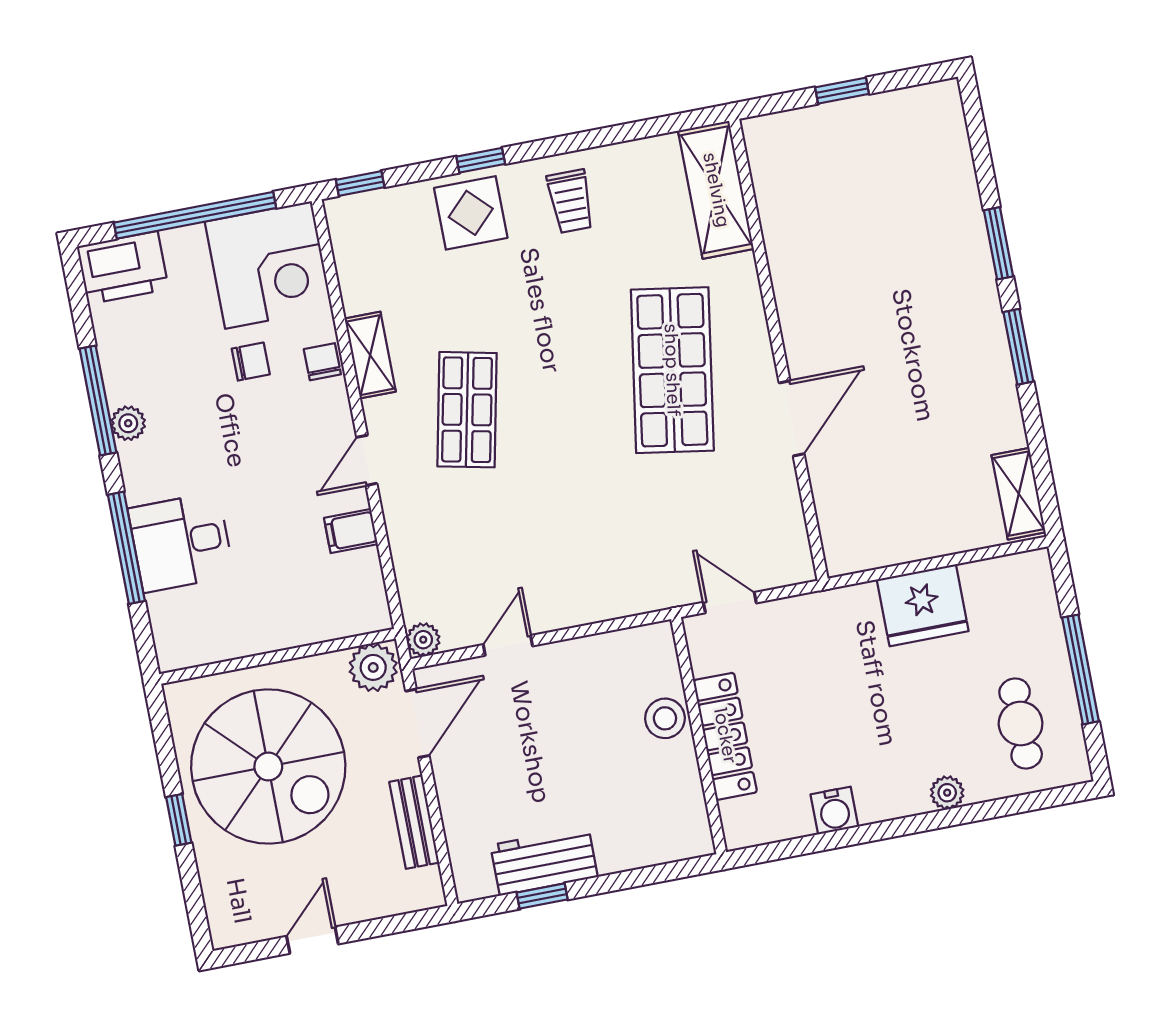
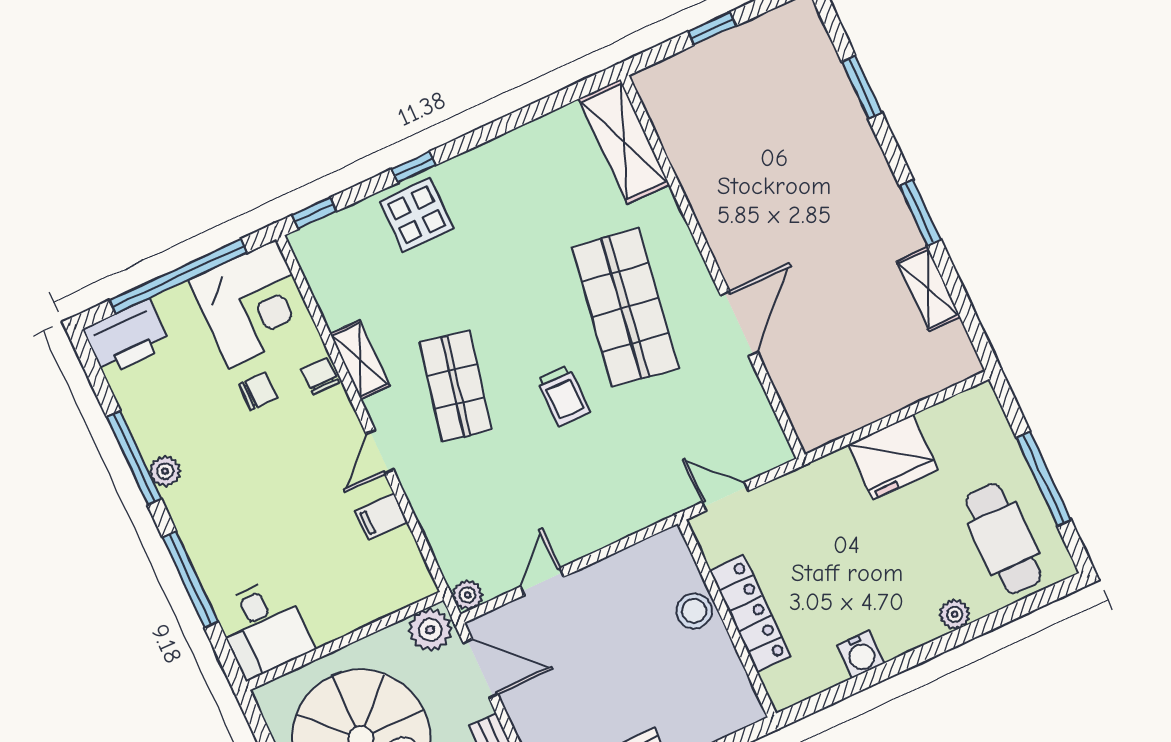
trolley: (570, 201) -> (563, 396), moved
window: (998, 243) -> (862, 87), moved
shelving: (1019, 494) -> (928, 289), moved
desk: (181, 542) -> (264, 628), moved, turned -90
door: (417, 723) -> (481, 669), hinge flipped
cafe table: (1021, 724) -> (1003, 539), width x1.37, depth x1.35

